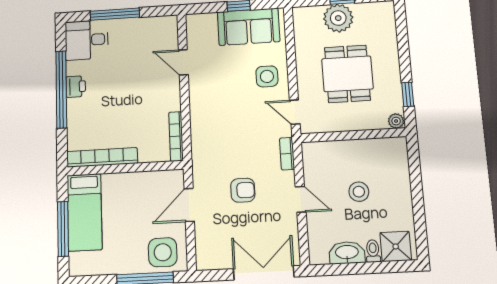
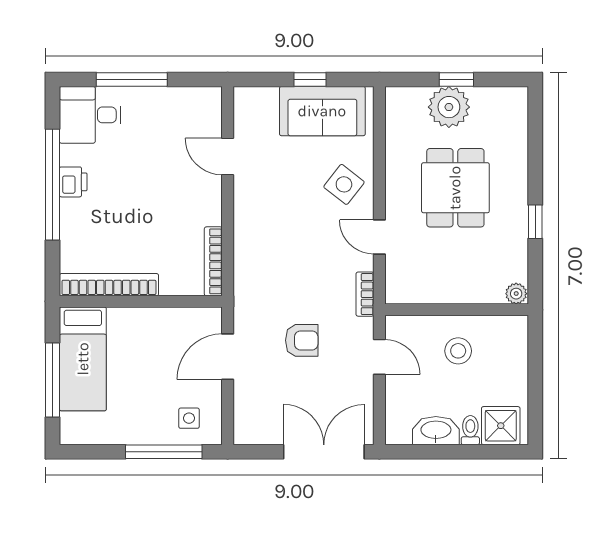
side table: (267, 76) -> (344, 184), turned 38
plant: (396, 121) -> (516, 294), moved
wall: (353, 135) -> (457, 310), moved
side table: (163, 252) -> (189, 418), width x0.54, depth x0.54

